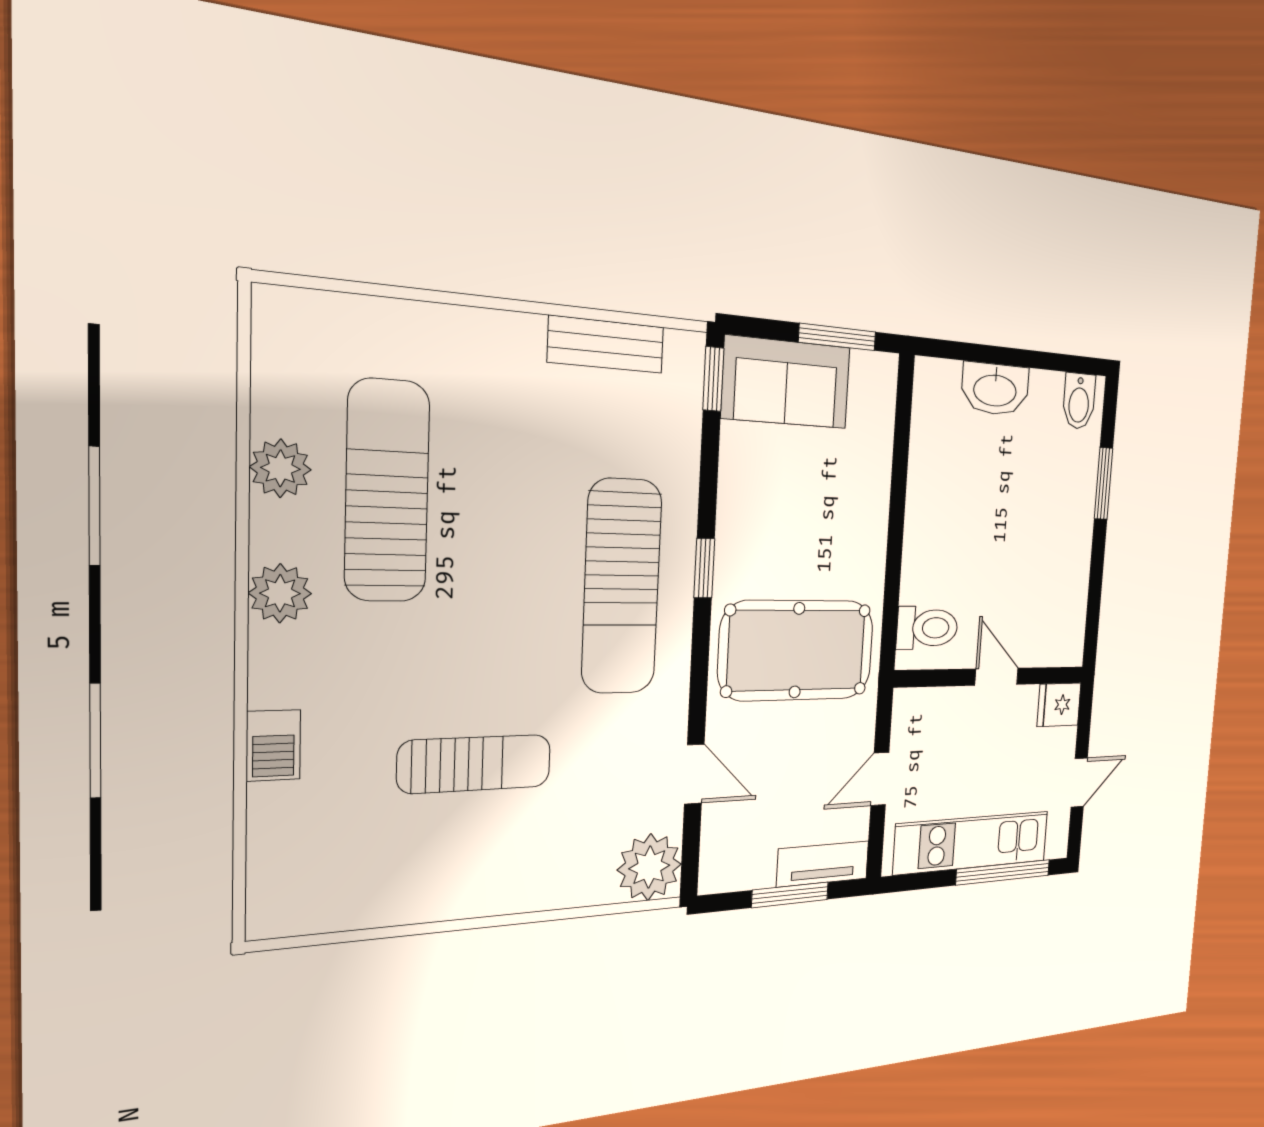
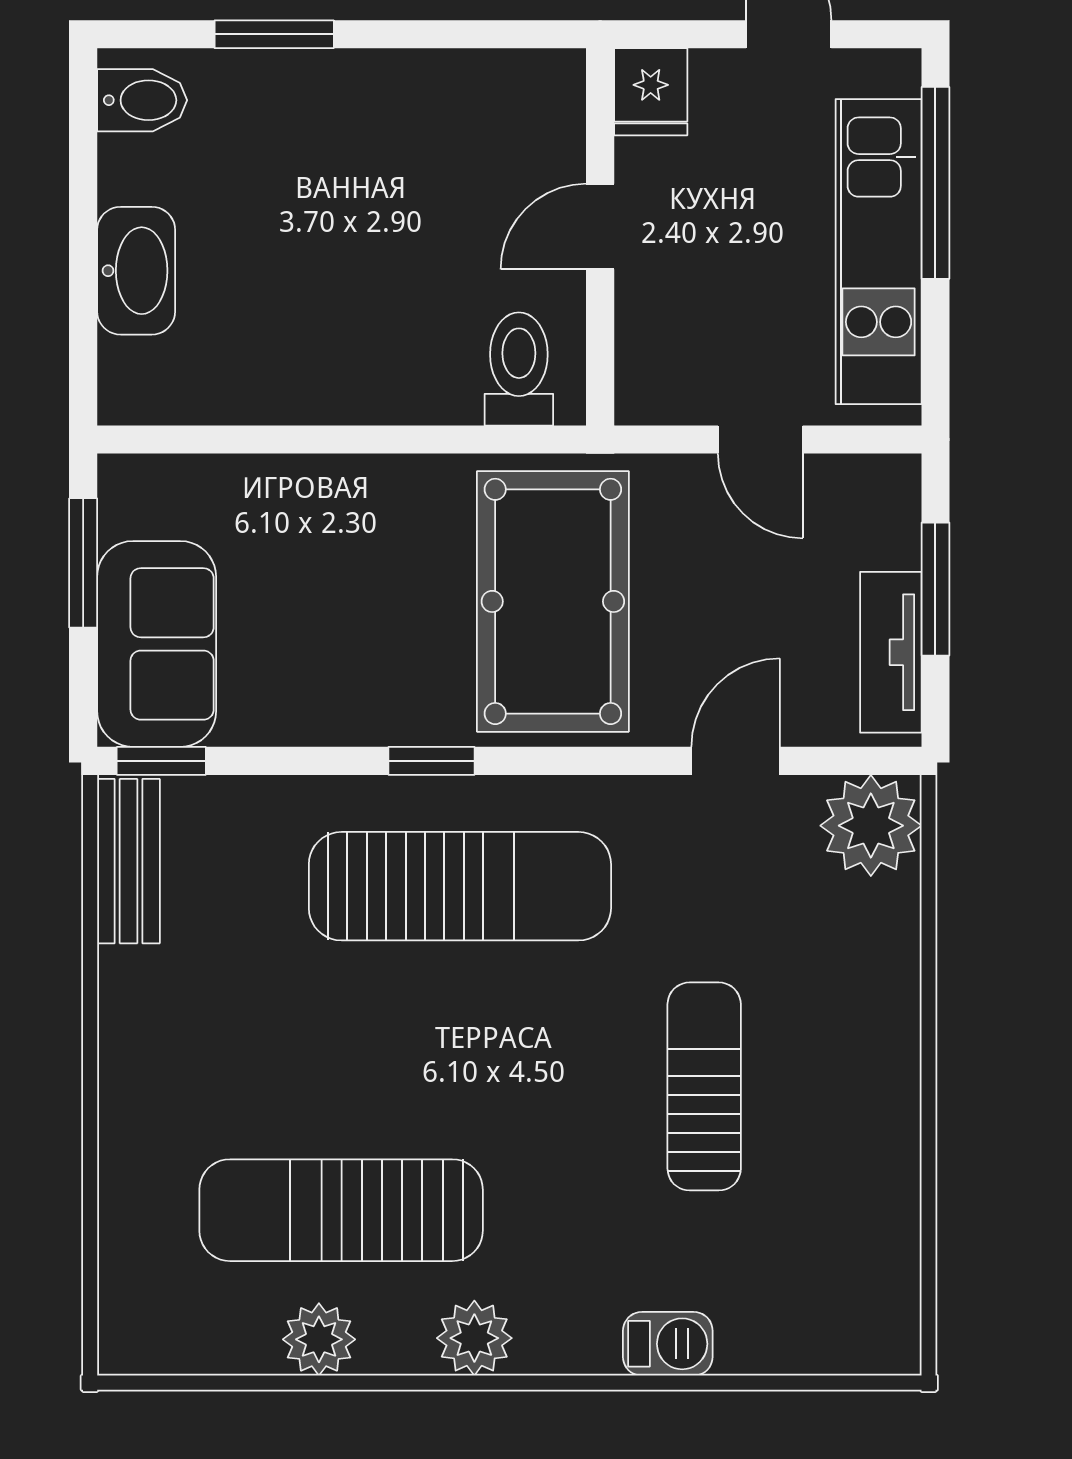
bench: (606, 344) -> (128, 861), moved
tv unit: (823, 864) -> (891, 652), moved

